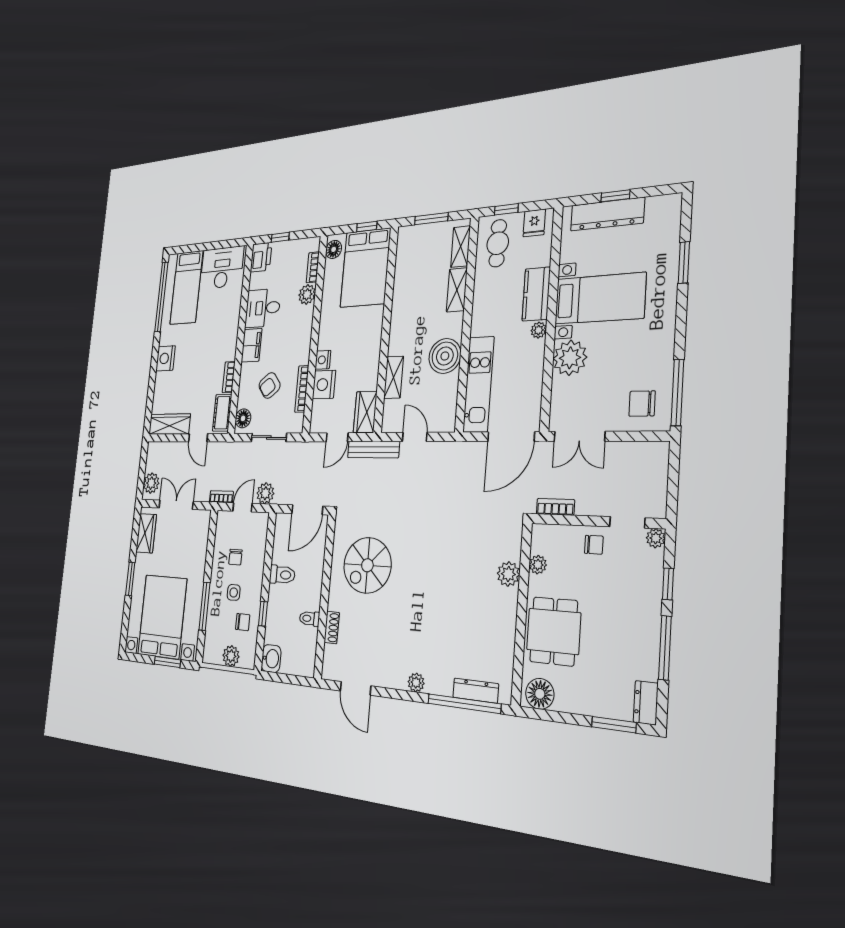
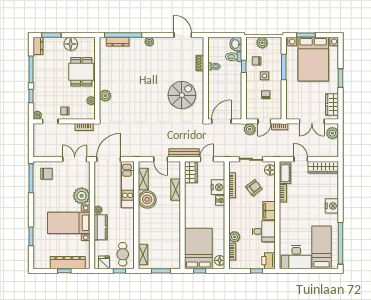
shelving: (457, 290) -> (143, 179), moved
toilet: (282, 575) -> (234, 57), moved
floor lamp: (540, 694) -> (71, 44), moved

